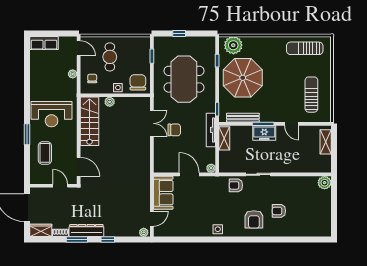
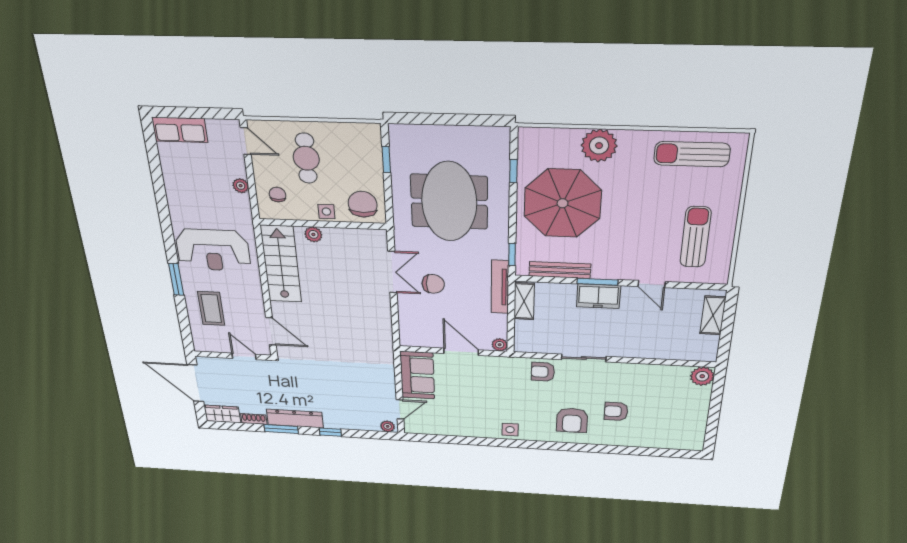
window: (179, 33) -> (438, 119), removed
plant: (233, 45) -> (599, 146), moved

